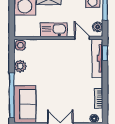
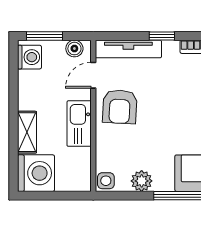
armchair: (64, 53) -> (120, 107), added
window: (105, 53) -> (162, 36), moved

